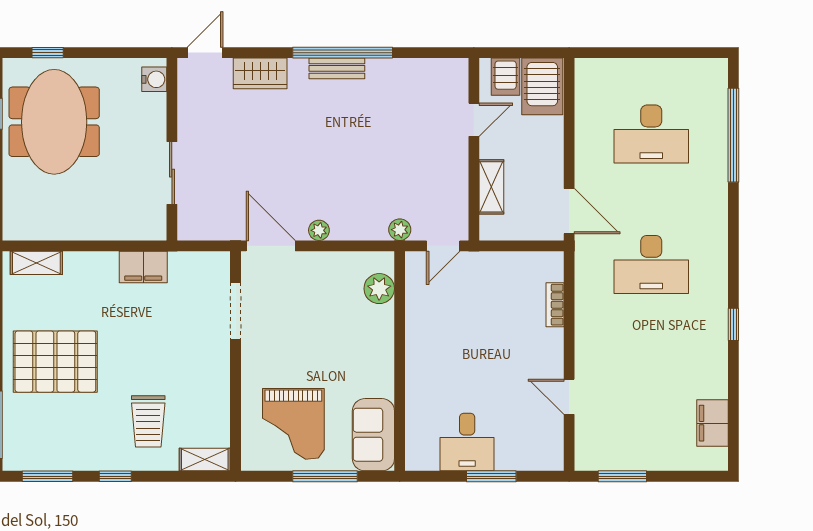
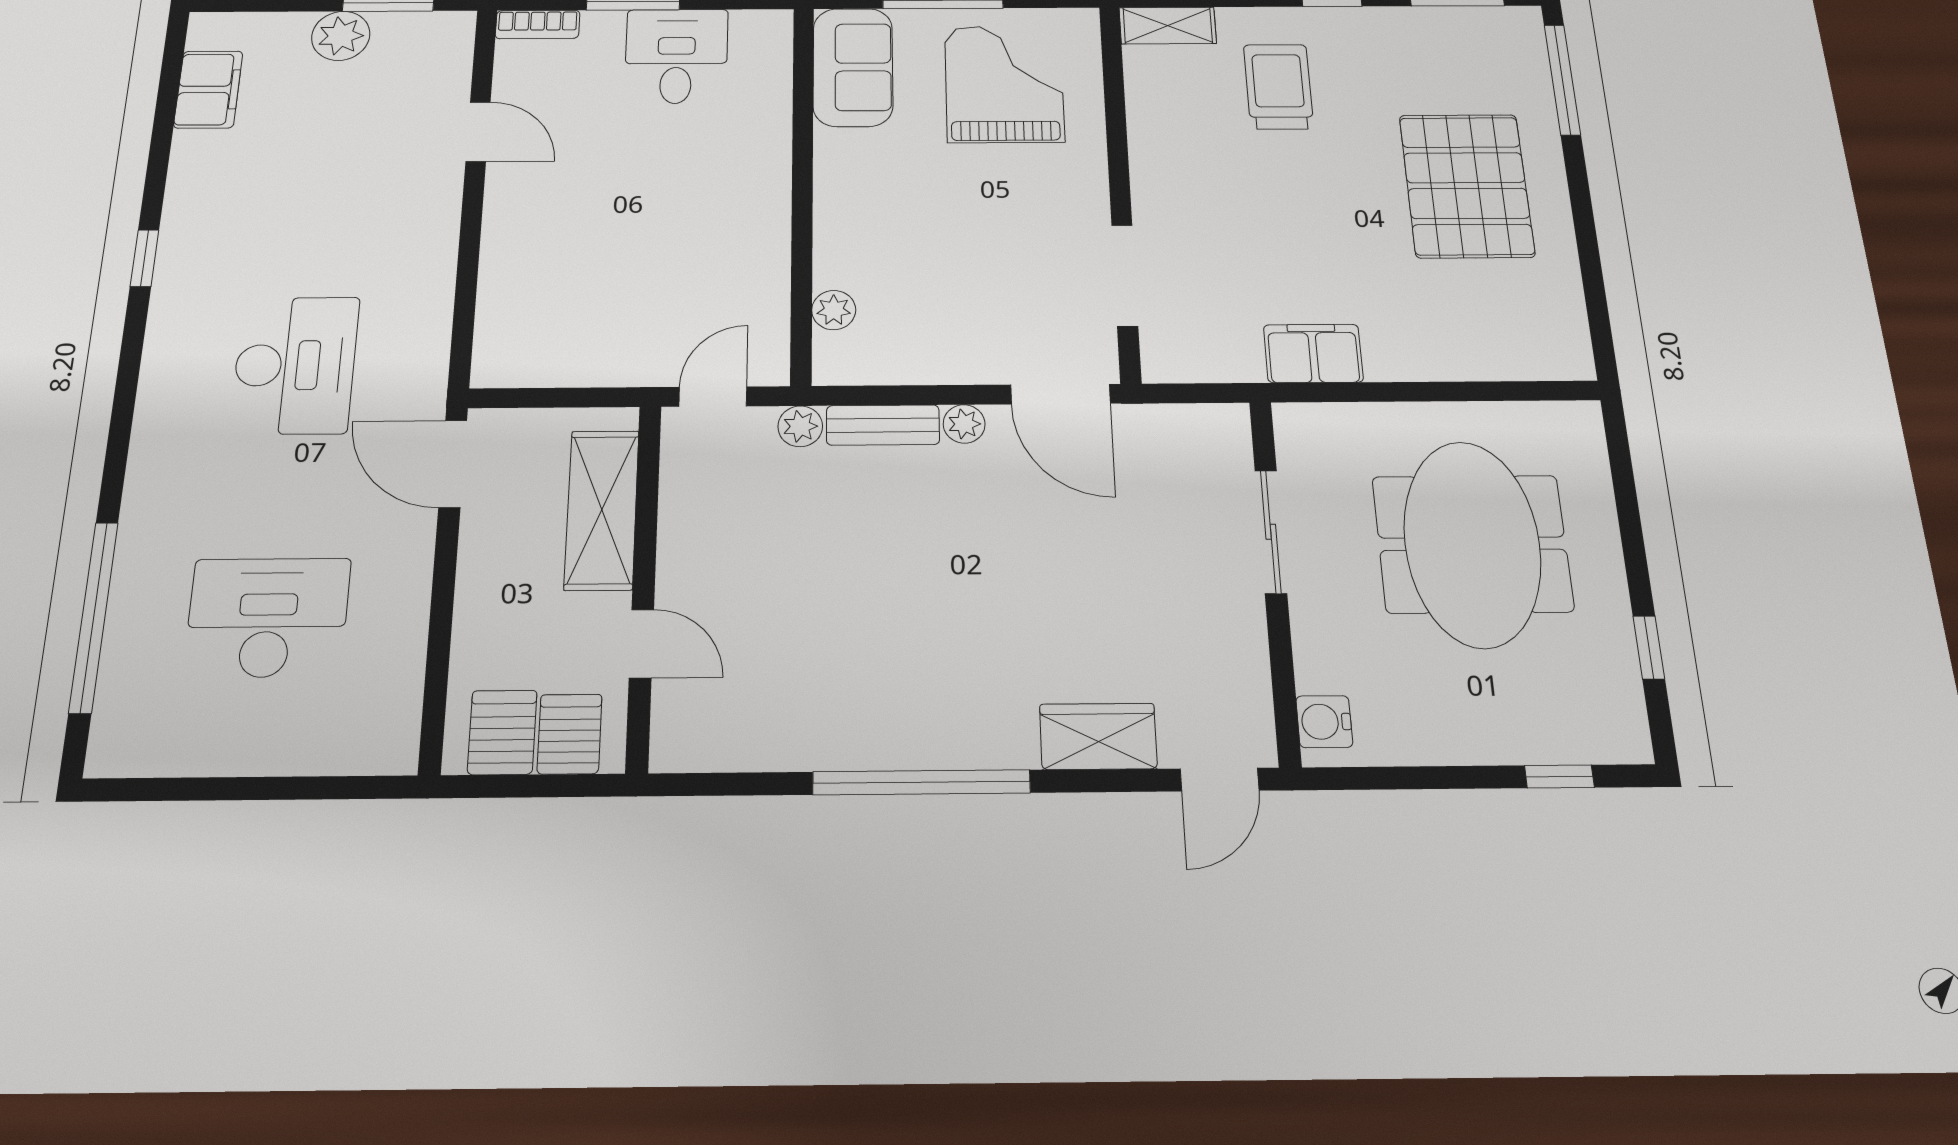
bench: (337, 68) -> (883, 425), moved
server rack: (542, 86) -> (502, 732), width x0.73, depth x0.70
door: (474, 120) -> (641, 644), swing flipped
meeting table: (54, 122) -> (1472, 544), moved
shelving: (491, 187) -> (602, 510), width x1.50, depth x1.33
shelving: (36, 263) -> (1527, 360), removed
desk: (651, 264) -> (295, 365), turned 90
plant: (379, 289) -> (834, 310), width x0.73, depth x0.73
bookcase: (555, 305) -> (538, 24), moved, turned 90
pallet: (55, 362) -> (1467, 186), turned 90
plant: (646, 456) -> (341, 36), added

